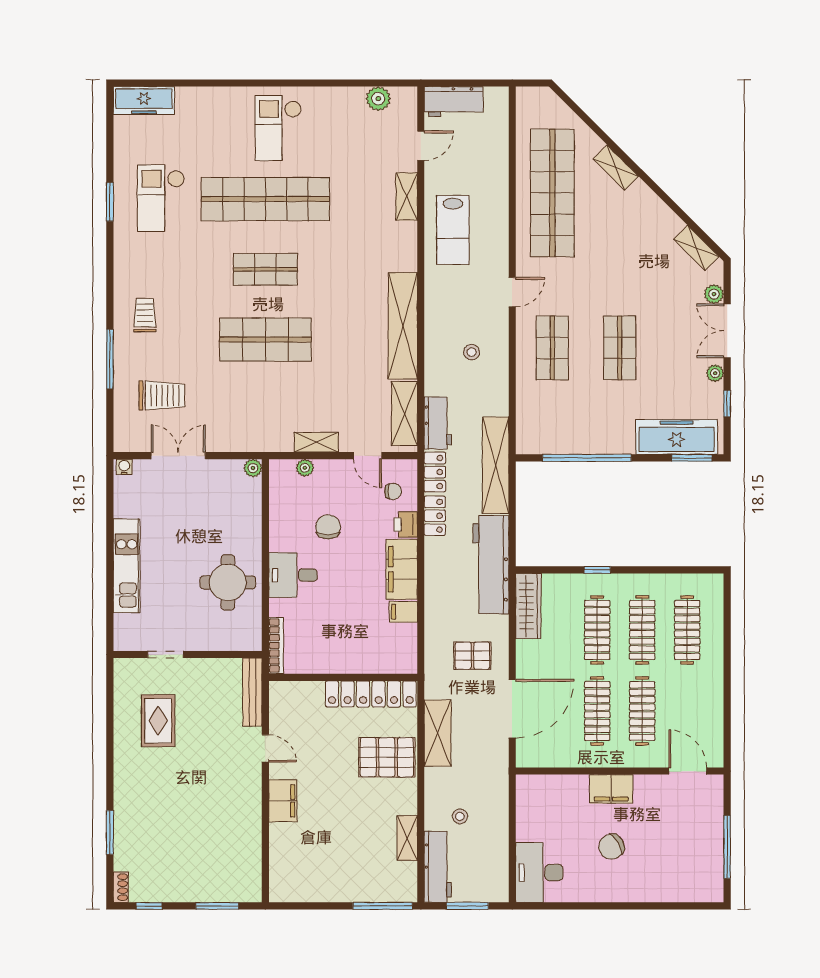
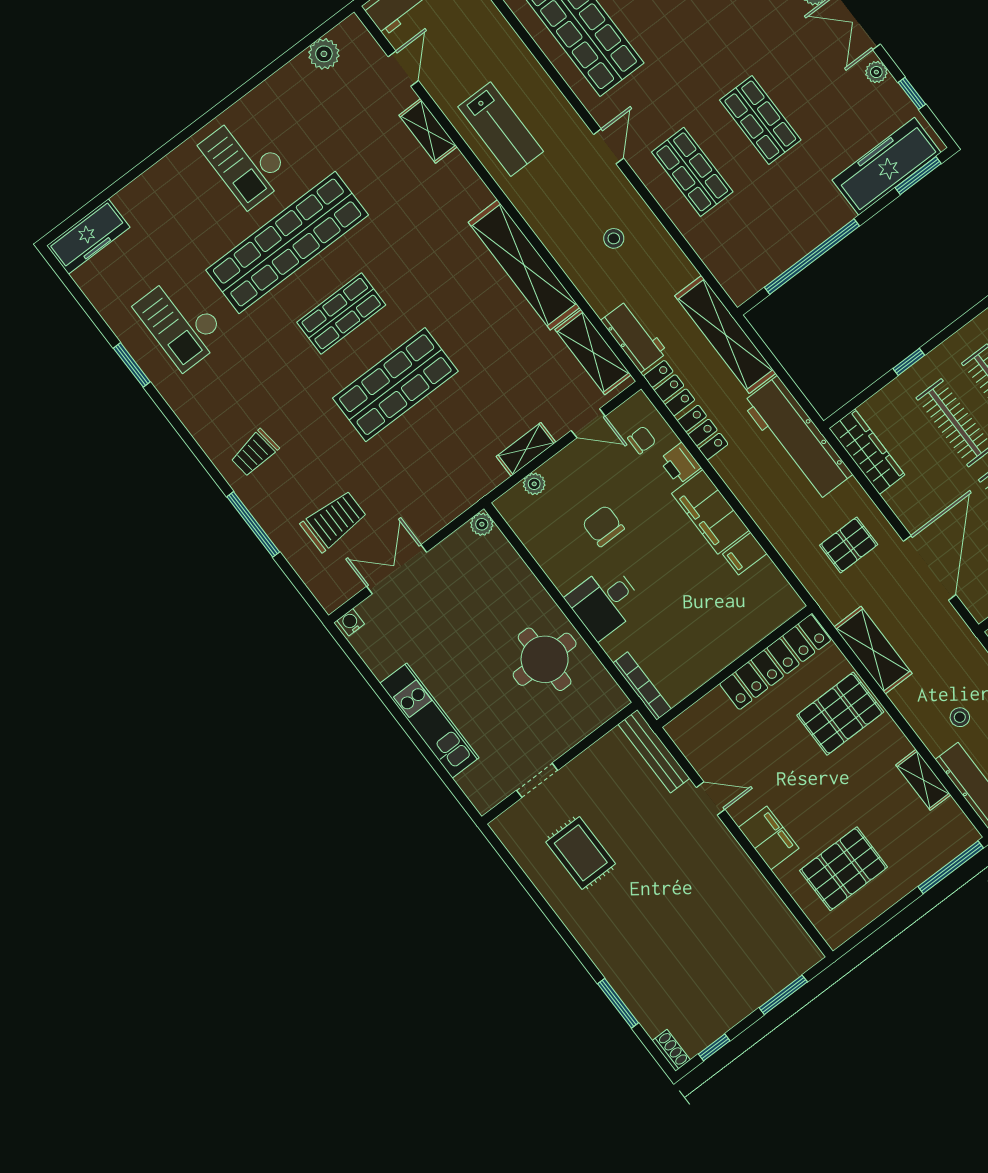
trolley: (145, 315) -> (255, 453), turned -97
pallet: (315, 856) -> (844, 869), added

